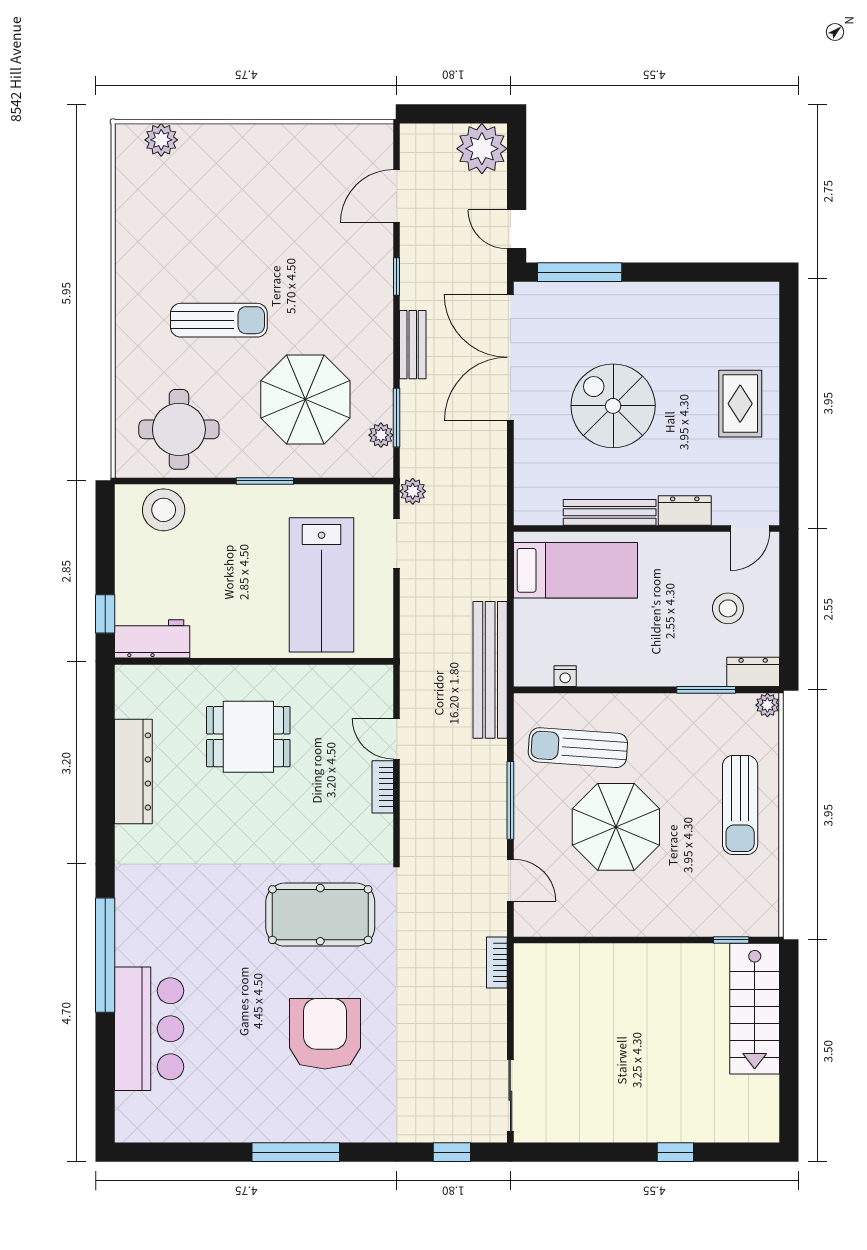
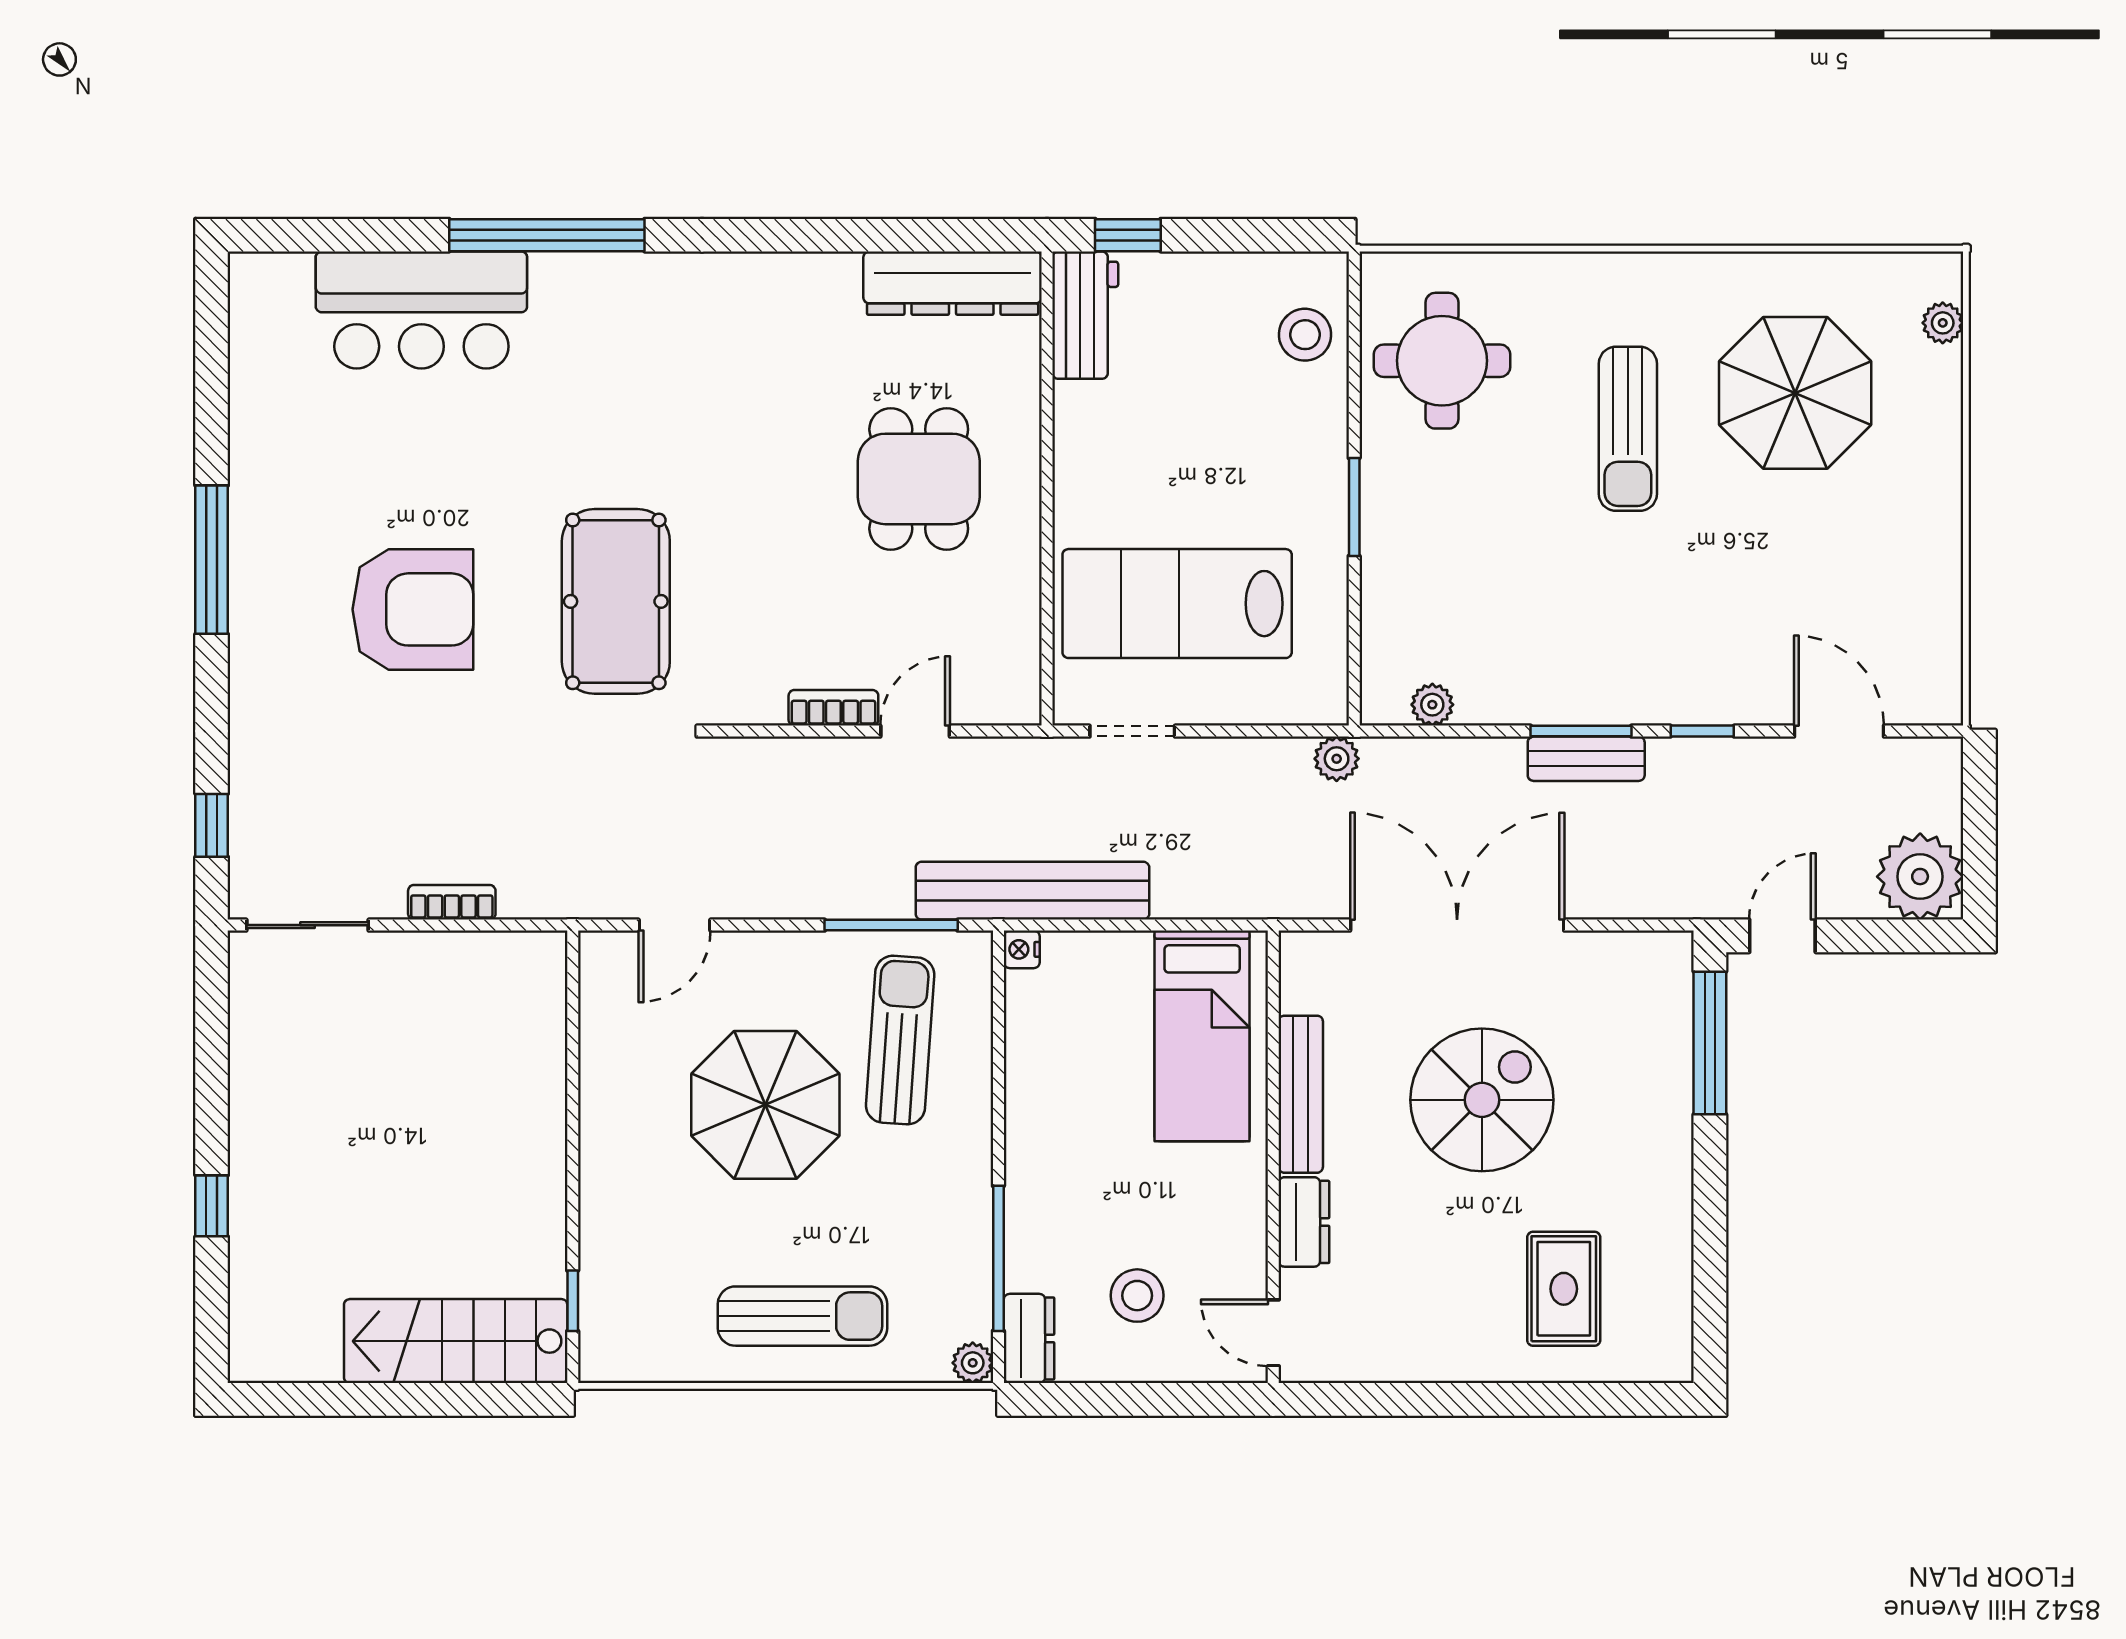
plant: (161, 140) -> (1943, 323), width x0.73, depth x0.73
double door: (510, 357) -> (1457, 925), moved
parasol: (305, 399) -> (1795, 393), moved
rug: (740, 404) -> (1564, 1289), moved, turned 90
window: (396, 418) -> (1581, 731), moved
stool: (164, 510) -> (1305, 335), width x0.73, depth x0.73
doorway: (396, 543) -> (1132, 731), moved
nightstand: (565, 676) -> (1022, 949), moved
window: (706, 690) -> (998, 1258), width x1.44
dresser: (133, 771) -> (953, 283), moved
window: (510, 800) -> (891, 925), moved
sun lounger: (740, 805) -> (802, 1316), turned 180
bookcase: (497, 962) -> (452, 902), moved

